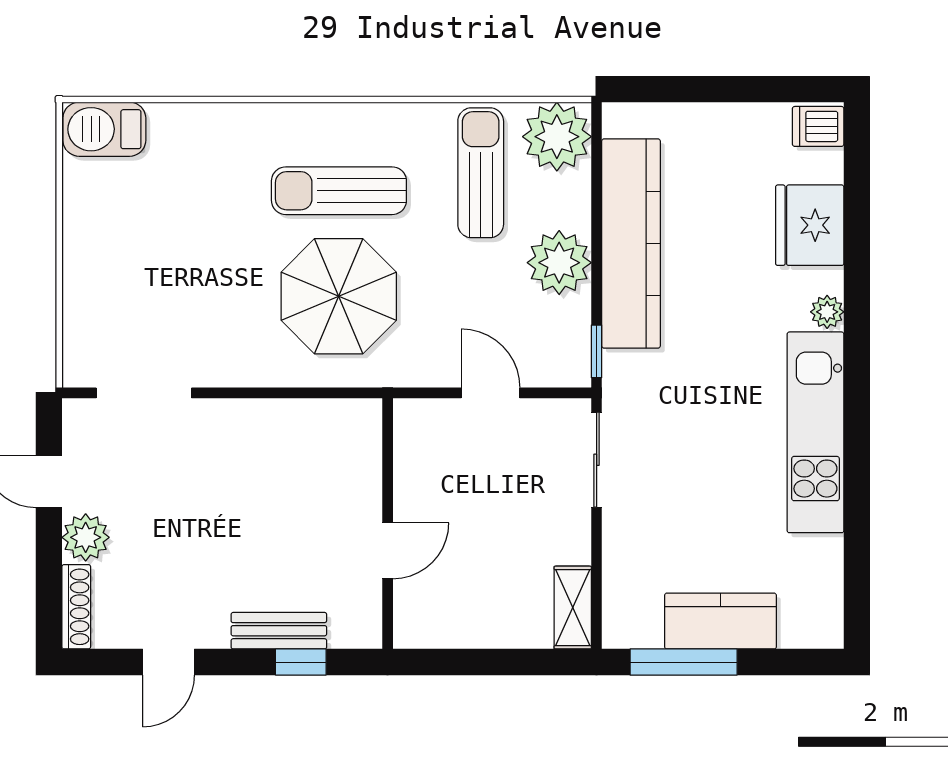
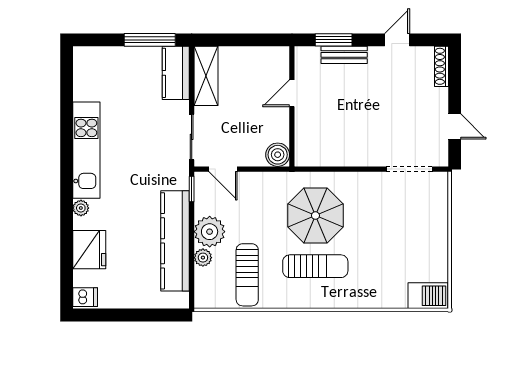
plant: (557, 137) -> (203, 258), moved, width x0.53, depth x0.53
door: (491, 393) -> (223, 169), moved
boiler: (417, 423) -> (278, 155), added
plant: (86, 537) -> (437, 100), removed
shelving: (573, 608) -> (206, 76), width x1.50, depth x1.33
kitchen counter: (720, 621) -> (176, 73), moved, turned 90
window: (301, 662) -> (334, 40), width x1.50

